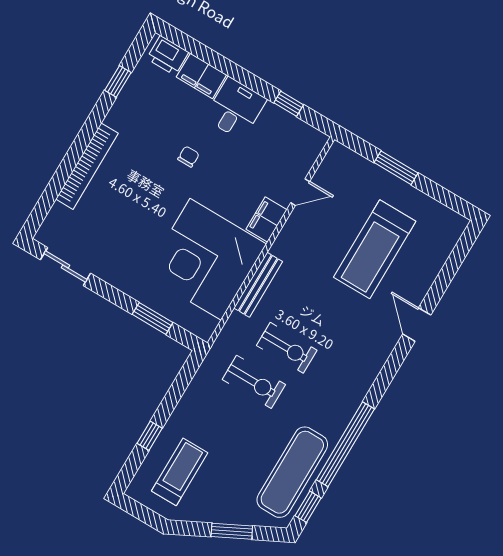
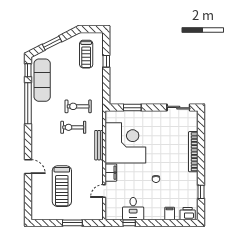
filing cabinet: (201, 76) -> (170, 213), width x0.50
desk: (235, 109) -> (133, 209), moved
treadmill: (375, 249) -> (62, 186), turned 180

